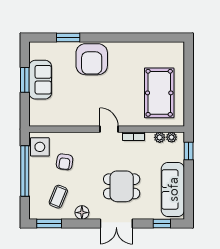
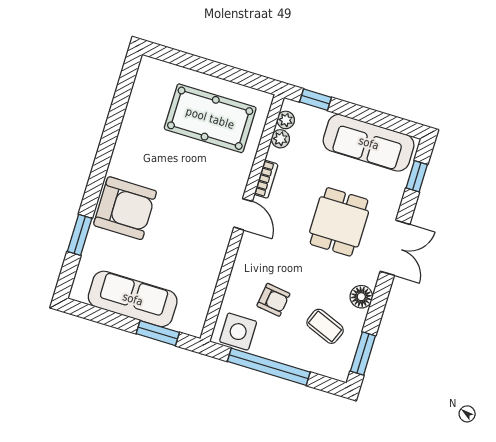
window: (25, 80) -> (158, 333), moved
sofa: (40, 80) -> (133, 299), width x1.36
door: (109, 129) -> (243, 214), swing flipped

